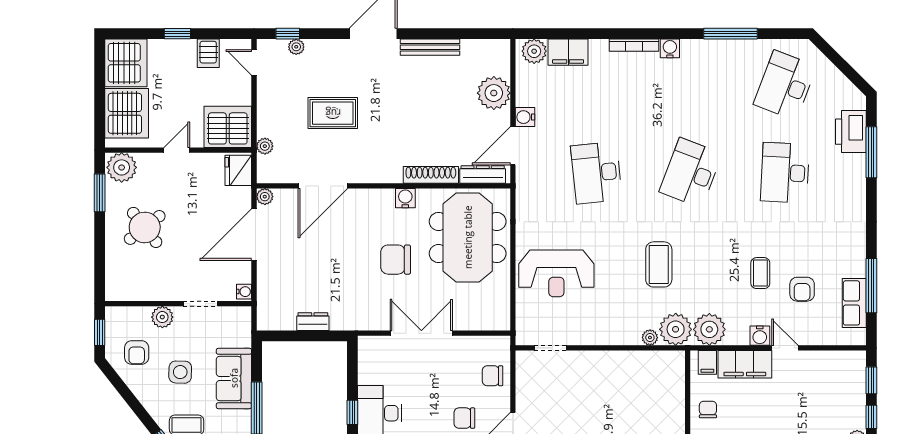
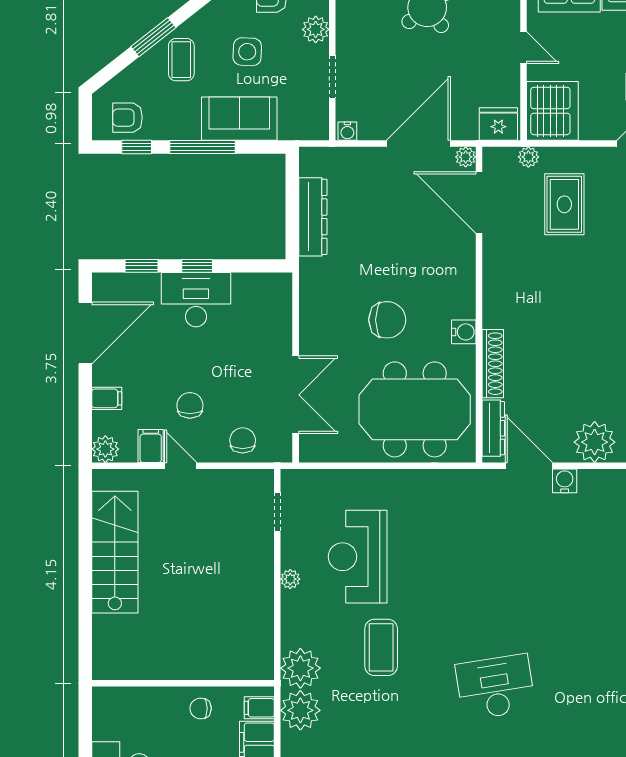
rug: (333, 113) -> (564, 204), moved
desk: (596, 173) -> (495, 570), removed
desk: (691, 173) -> (495, 687), turned -30
door: (323, 186) -> (479, 203), moved
door: (254, 235) -> (418, 144), hinge flipped
chair: (396, 260) -> (387, 320), turned 90
coffee table: (659, 264) -> (381, 647), turned 90
reception desk: (556, 273) -> (358, 557), moved
dresser: (313, 322) -> (313, 217), width x1.96, depth x1.24
double door: (421, 333) -> (296, 395), moved
plant: (650, 338) -> (290, 579), moved
chair: (708, 410) -> (201, 708), turned 180

